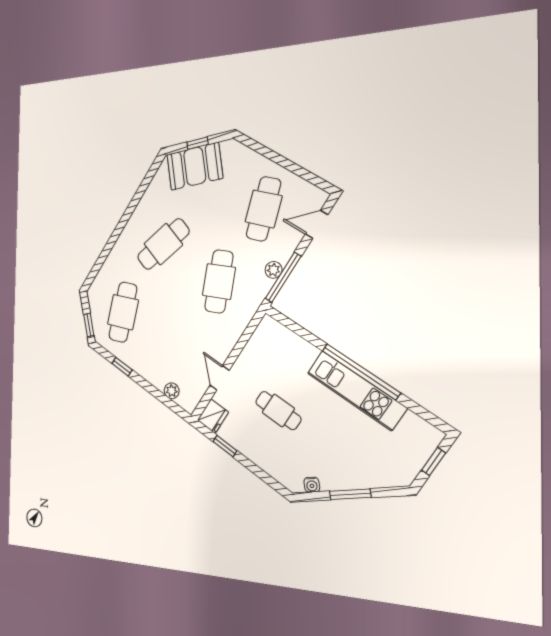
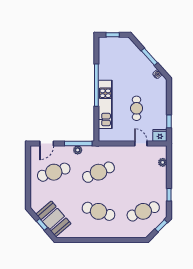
door: (317, 224) -> (47, 144), hinge flipped
door: (220, 378) -> (141, 144), swing flipped
kitchen unit: (356, 390) -> (105, 104), moved

